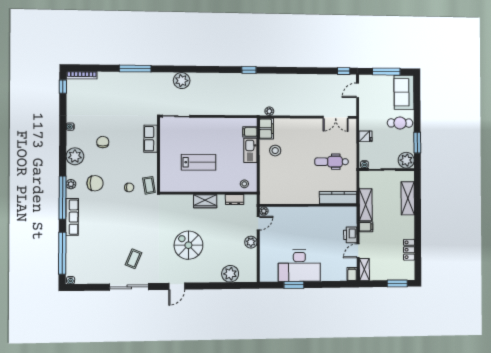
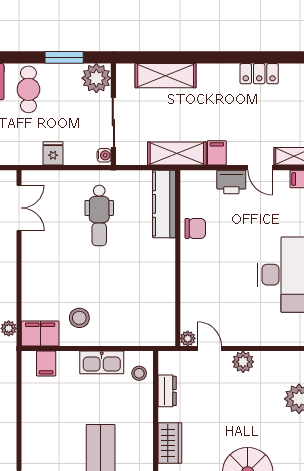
kitchen sink: (250, 150) -> (102, 362), moved
chair: (325, 215) -> (195, 228), added

